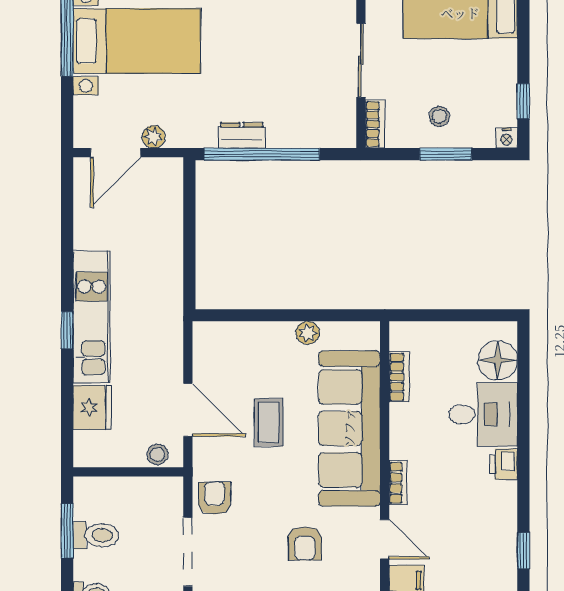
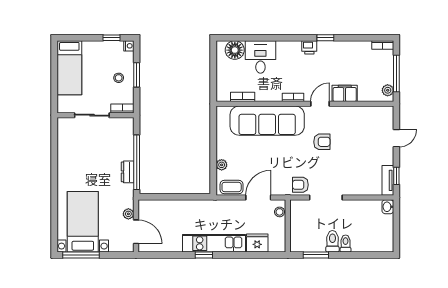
window: (67, 330) -> (204, 255), moved
plant: (308, 333) -> (222, 165), moved
coffee table: (269, 423) -> (232, 187), moved
printer: (503, 464) -> (309, 47), moved
toilet: (96, 535) -> (332, 241), moved

